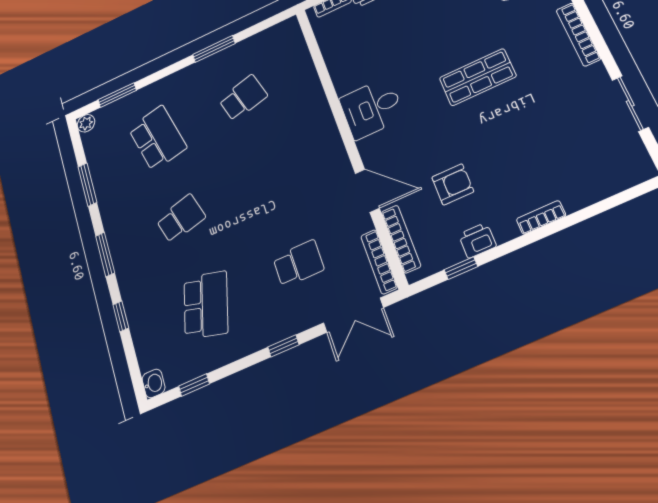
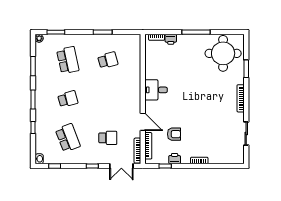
shop shelf: (478, 77) -> (199, 97), removed
school desk: (206, 305) -> (68, 138), turned -36

